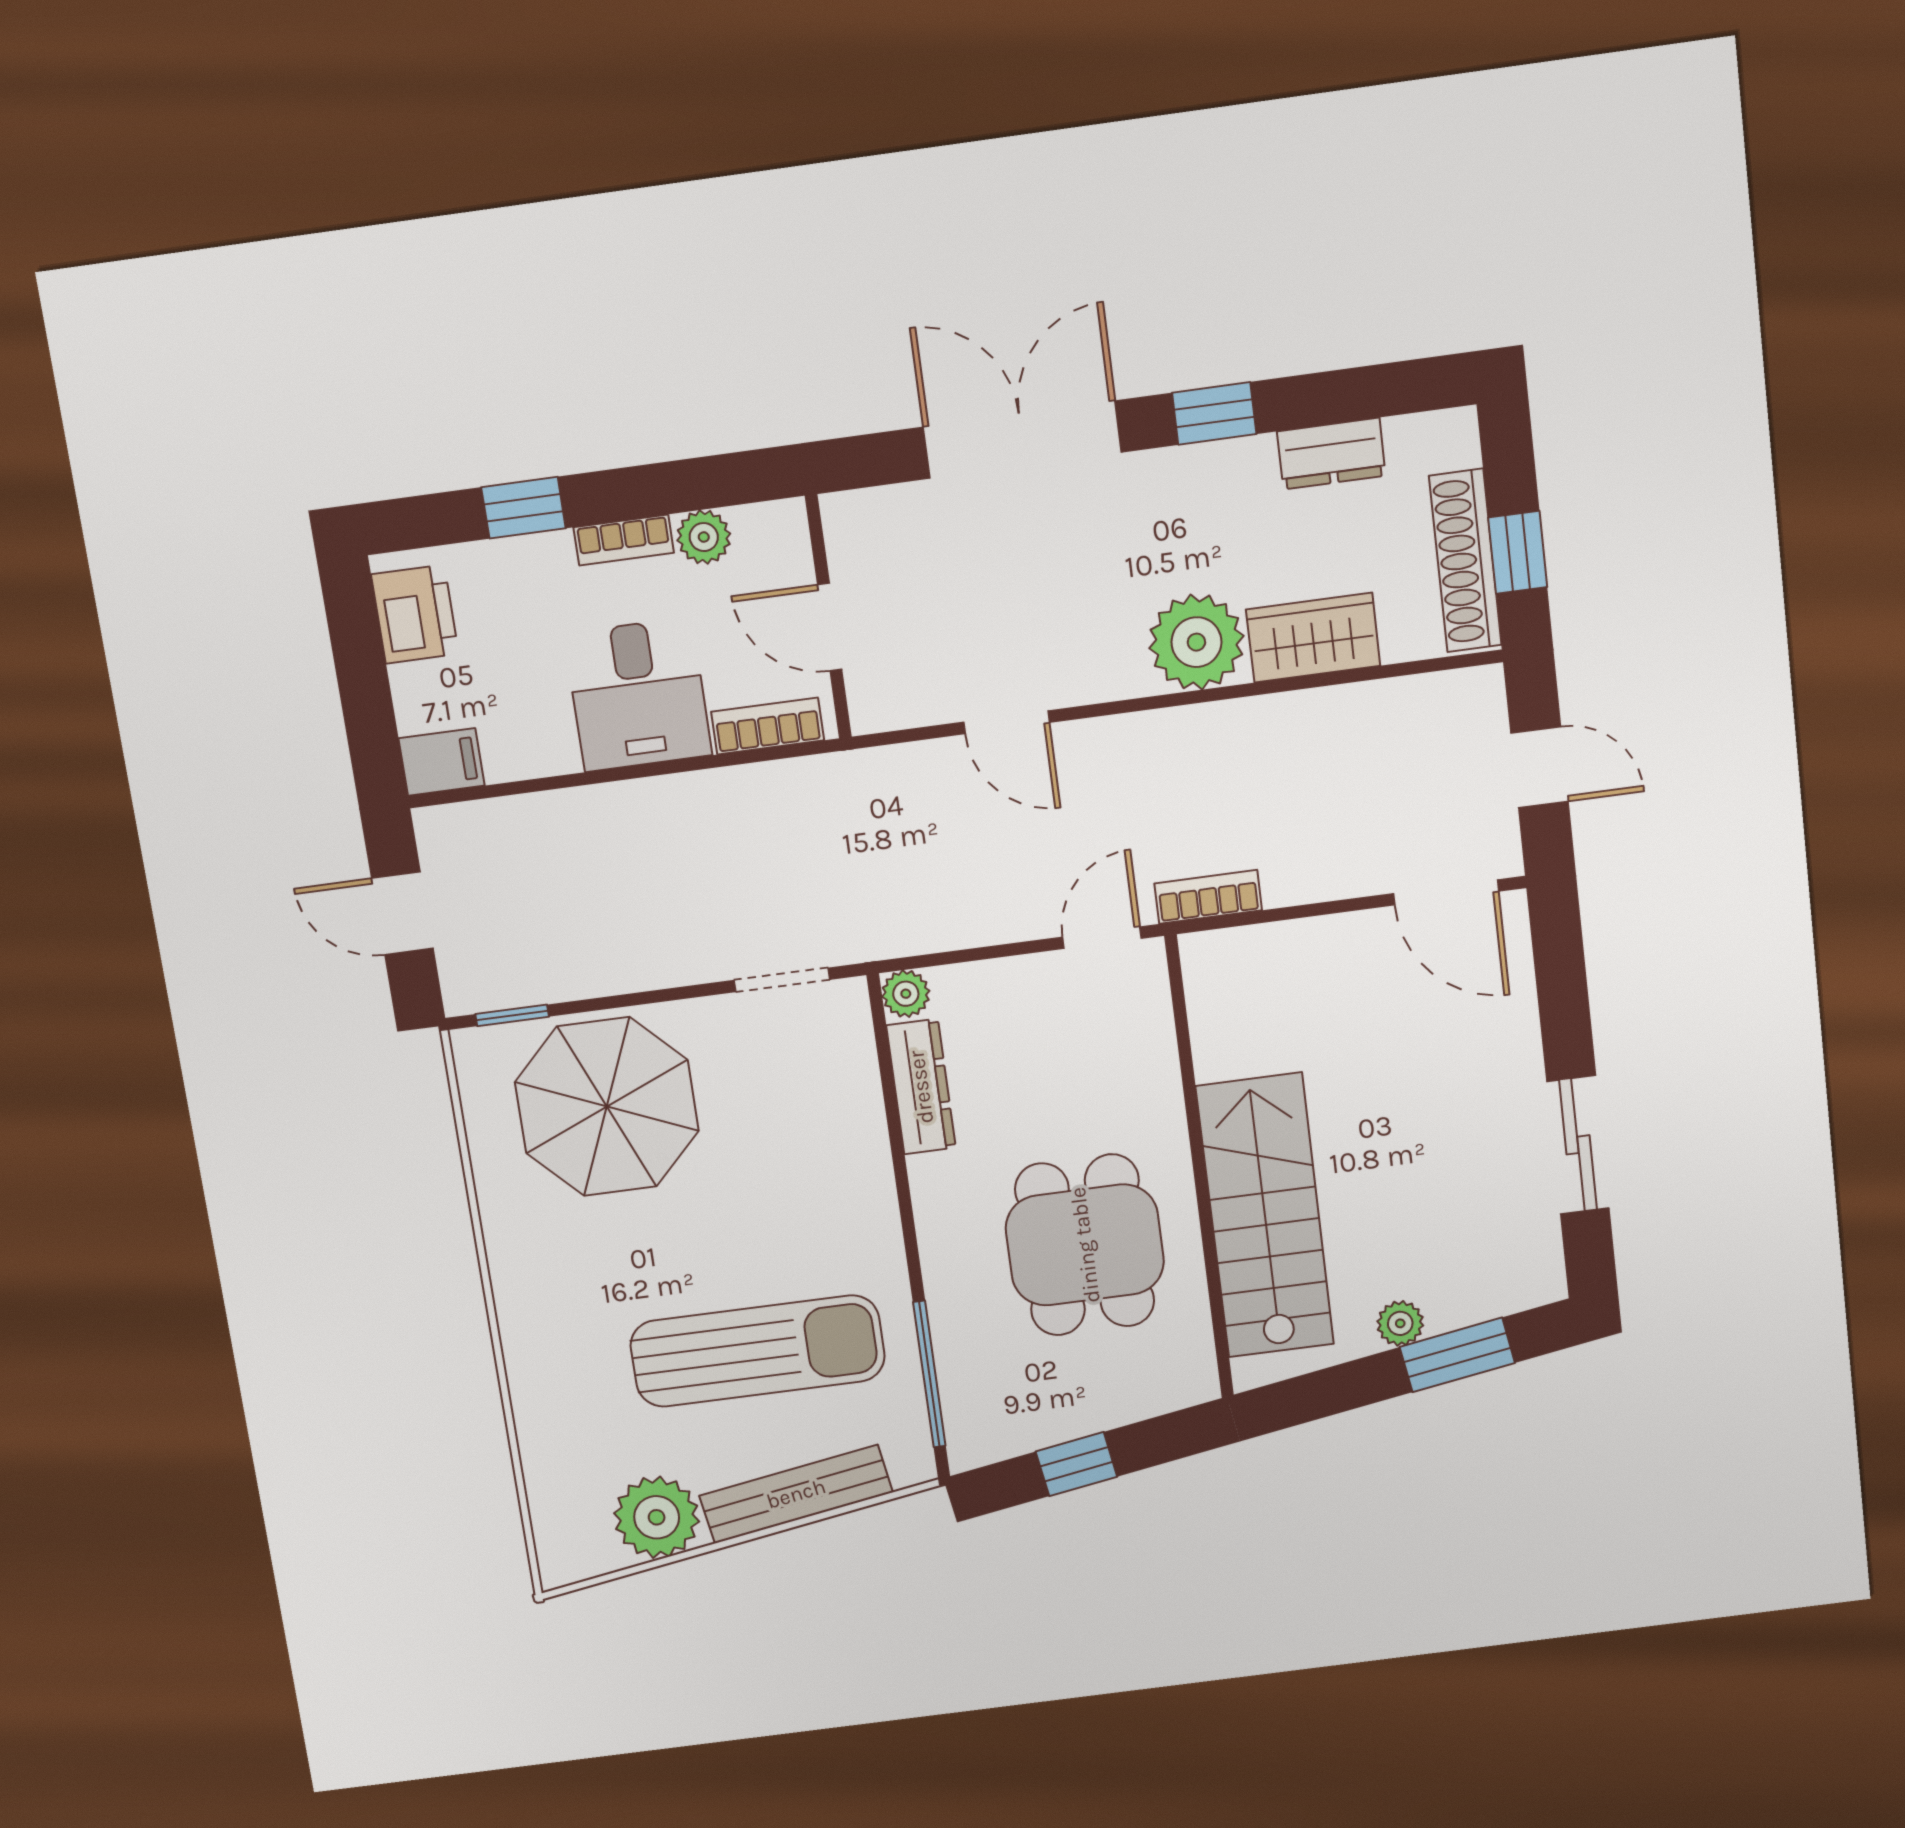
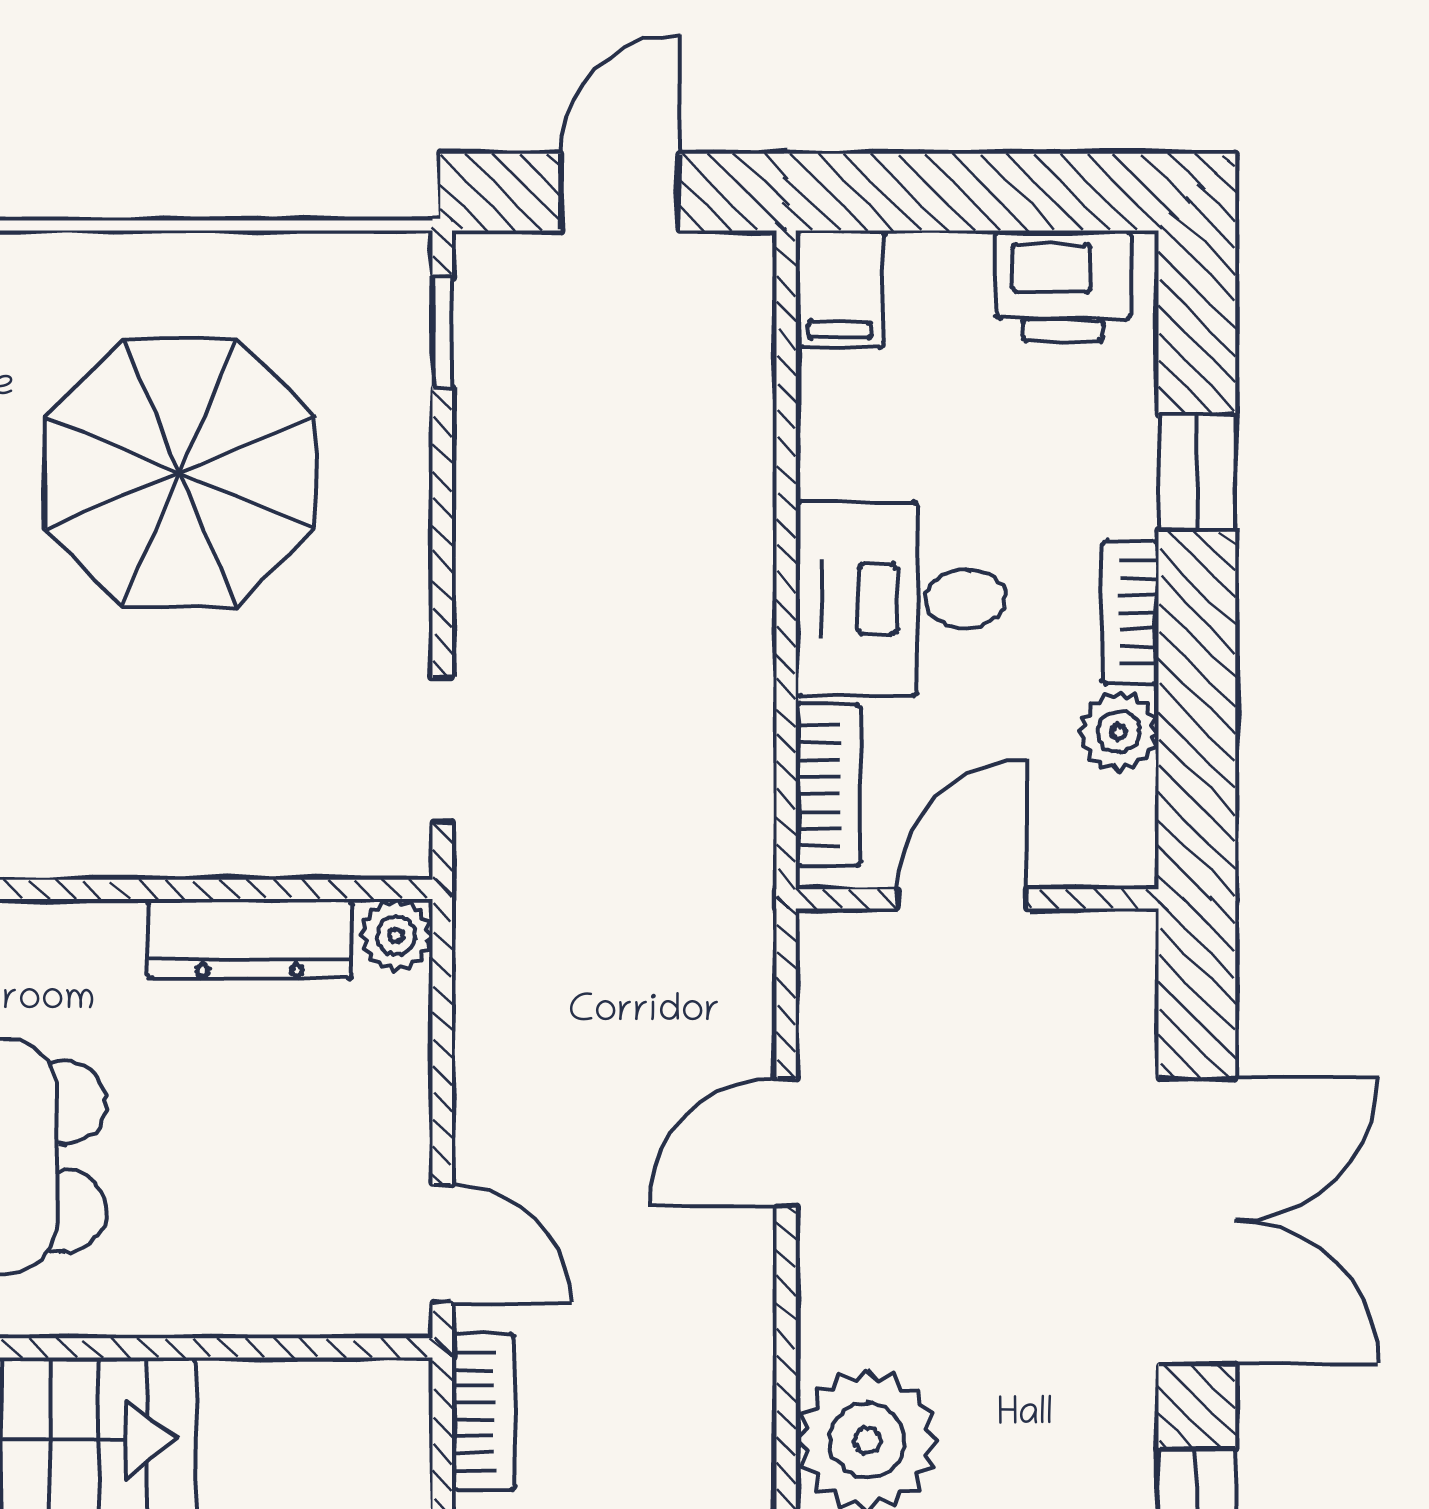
parasol: (607, 1107) -> (180, 472), moved

